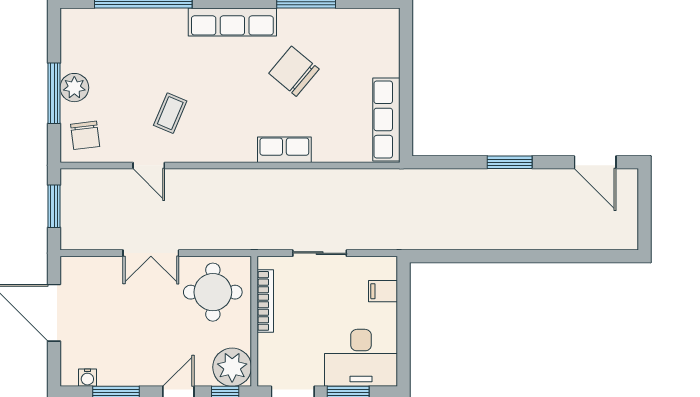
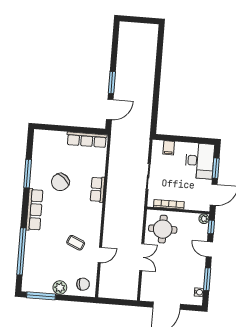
window: (54, 93) -> (41, 296), moved
door: (595, 162) -> (110, 110), moved
window: (54, 206) -> (116, 302), removed
plant: (232, 367) -> (204, 219), width x0.53, depth x0.53

